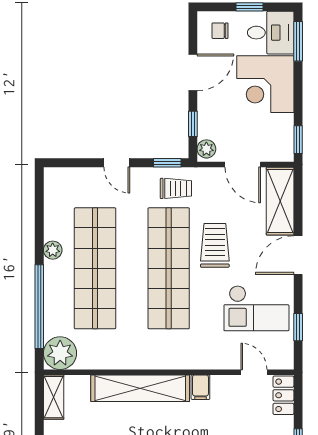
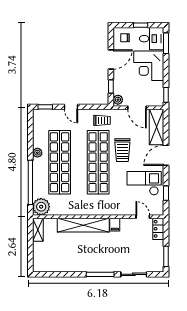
window: (167, 163) -> (45, 107), moved
trolley: (215, 245) -> (122, 150), turned 180
checkout: (256, 308) -> (144, 183), turned 180

